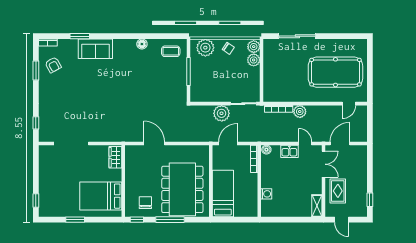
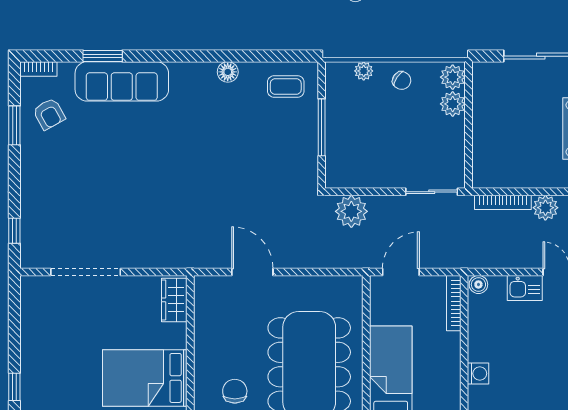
plant: (205, 48) -> (364, 71), width x0.53, depth x0.53
sofa: (95, 49) -> (122, 81), width x1.36
plant: (222, 113) -> (351, 211), moved

